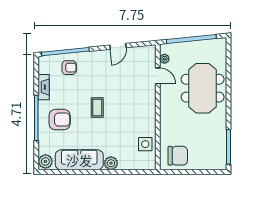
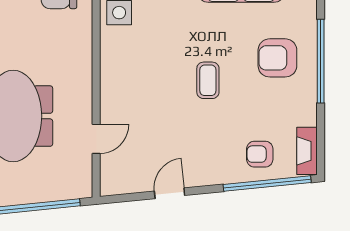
plant: (164, 59) -> (84, 170), removed
door: (158, 76) -> (96, 139), swing flipped
fireplace: (44, 87) -> (307, 151), moved

